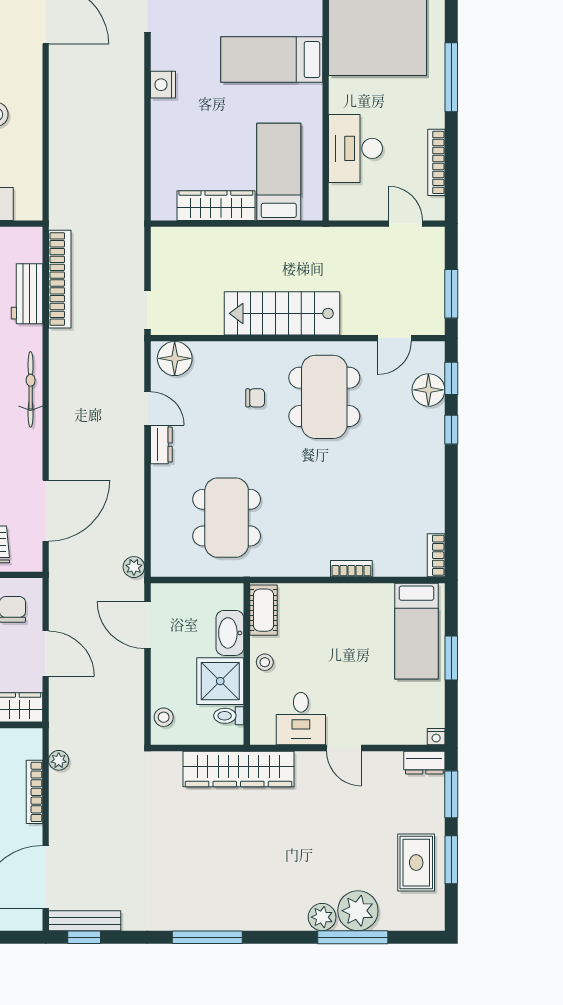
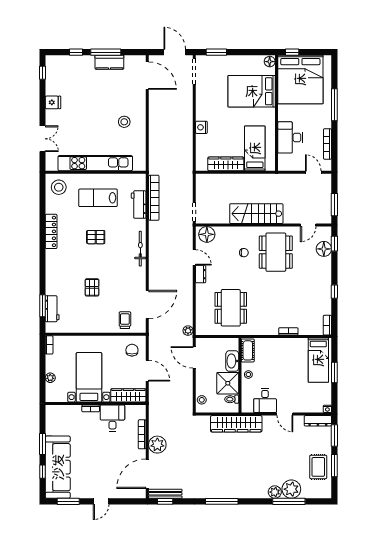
bed: (272, 60) -> (252, 91), width x1.50
nightstand: (163, 85) -> (201, 127), moved
window: (451, 430) -> (334, 292), moved
plant: (59, 760) -> (157, 445), moved, width x1.87, depth x1.87
dresser: (424, 763) -> (318, 421), width x1.44

